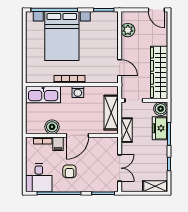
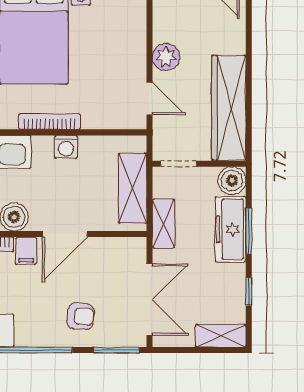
plant: (128, 30) -> (166, 57), moved
freezer: (160, 128) -> (231, 229), width x1.40
double door: (120, 168) -> (150, 299), width x1.37
armchair: (69, 171) -> (81, 316), moved, turned -85

